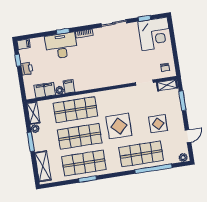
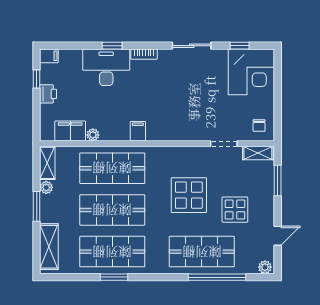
filing cabinet: (69, 86) -> (138, 131), moved
display table: (119, 126) -> (189, 195), moved

